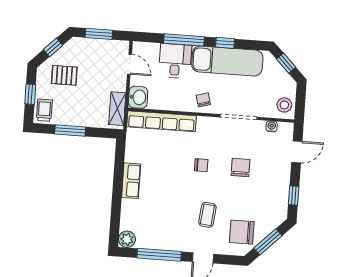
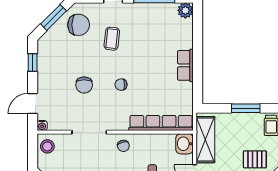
shelving: (117, 109) -> (205, 140), width x1.50, depth x1.33
water cooler: (272, 126) -> (42, 125), moved

